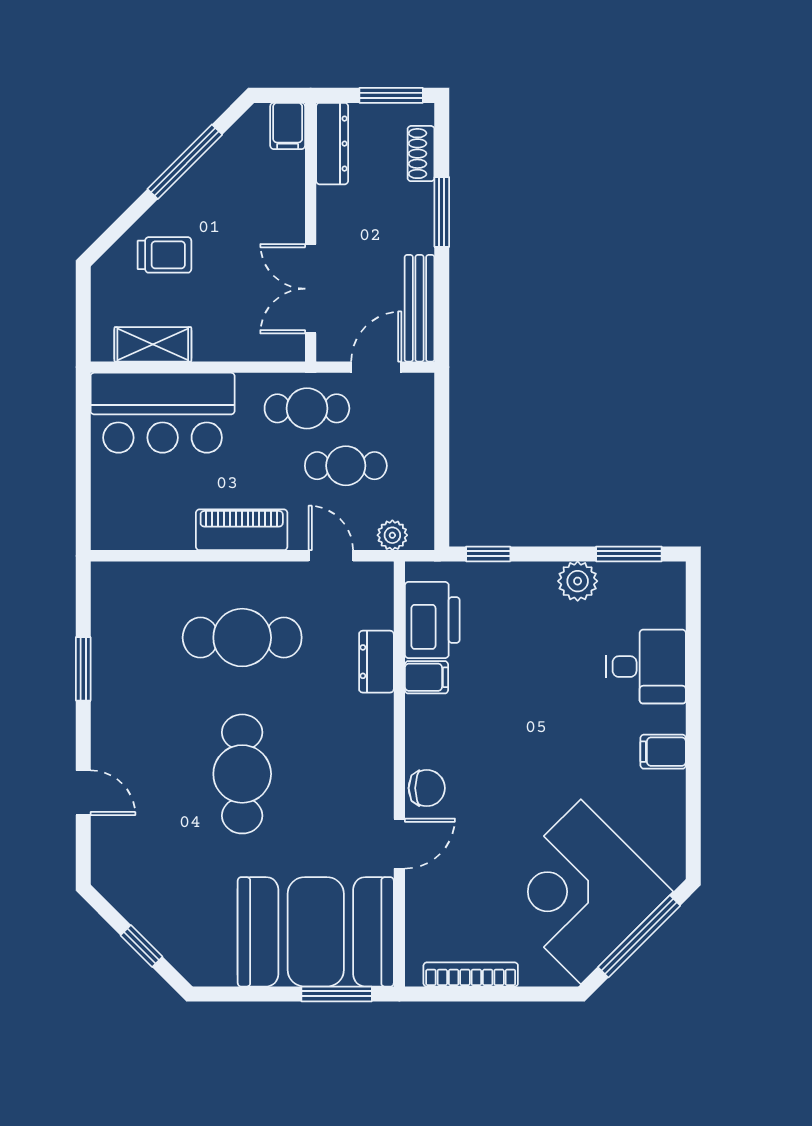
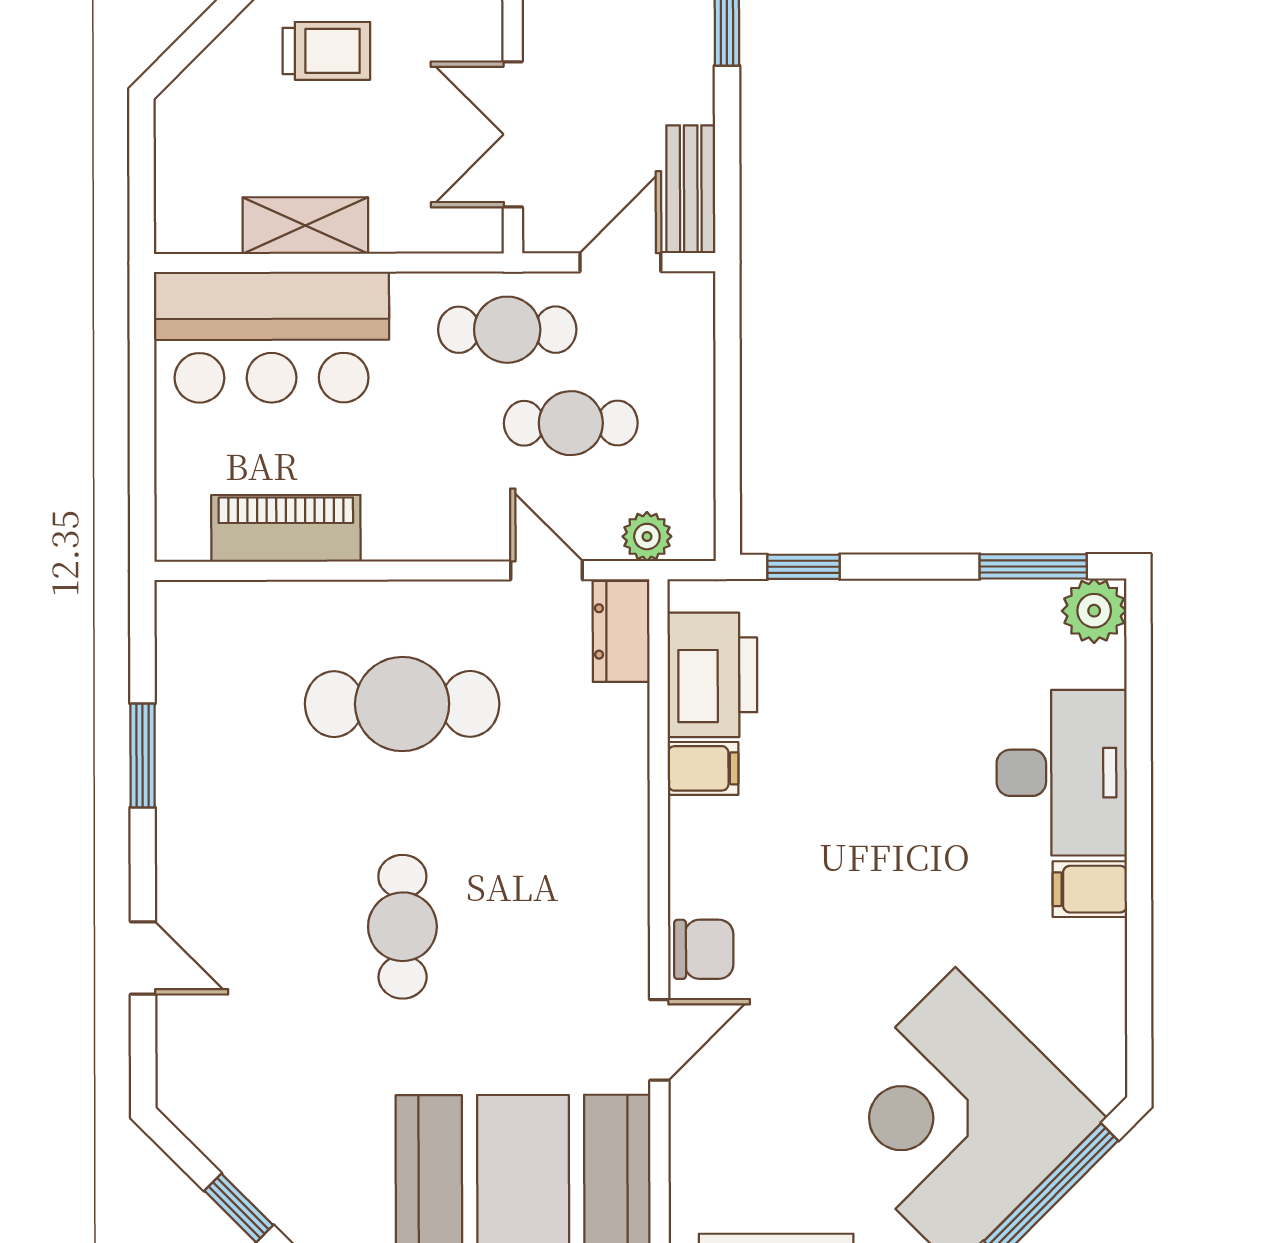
trolley: (164, 255) -> (326, 51), moved
bench: (420, 308) -> (691, 189), width x0.73
shelving: (153, 344) -> (305, 225), moved
piano: (242, 530) -> (286, 528), moved
plant: (578, 581) -> (1094, 611), moved
dresser: (376, 662) -> (621, 631), moved
desk: (646, 667) -> (1062, 773), width x1.37
cafe table: (242, 774) -> (402, 927), width x0.73, depth x0.74

